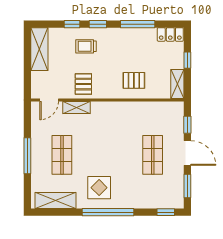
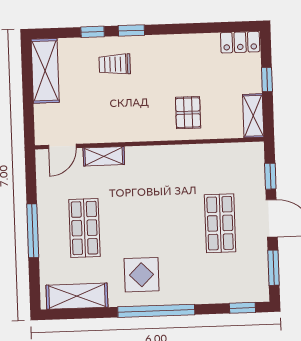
window: (138, 24) -> (191, 28), removed
pallet: (134, 80) -> (188, 113), turned 90
pallet: (83, 84) -> (113, 121), removed

